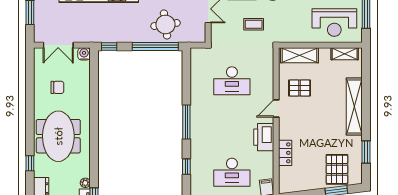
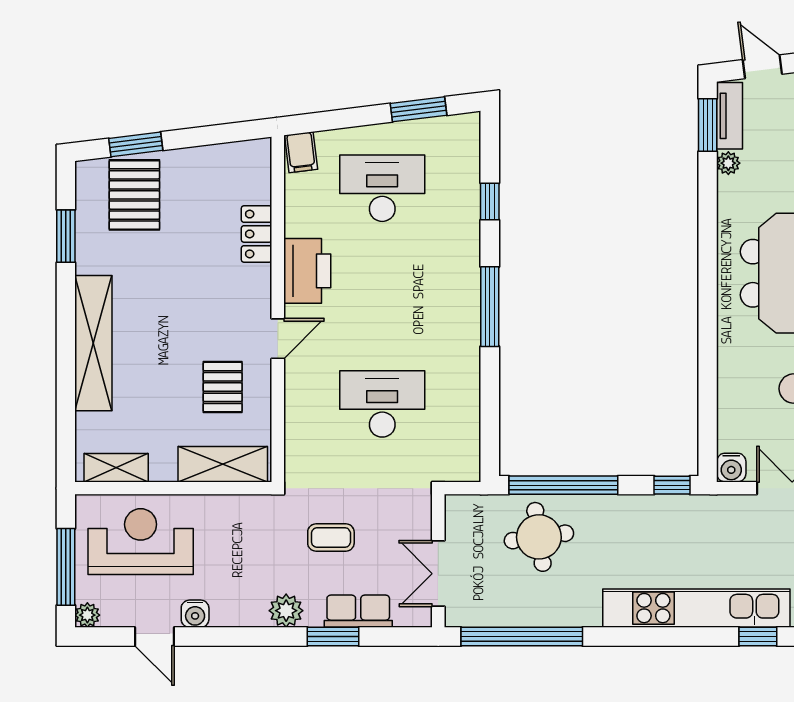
pallet: (300, 88) -> (223, 387), turned 90

